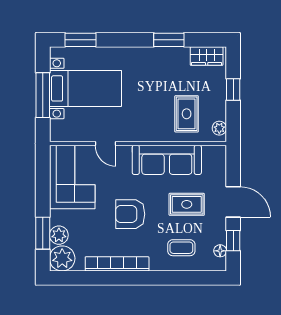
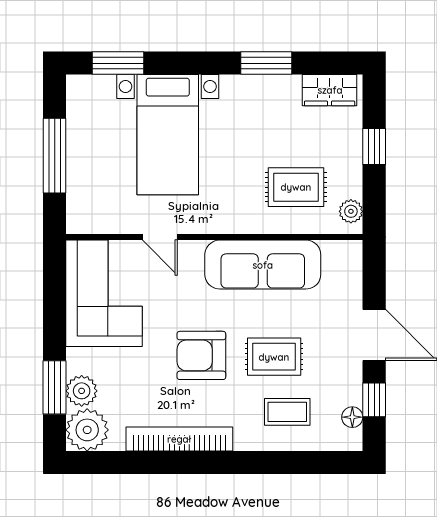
bed with nightstands: (85, 88) -> (168, 135), moved, turned 90
rug: (187, 114) -> (296, 187), turned 90
rug: (187, 204) -> (274, 357), moved

